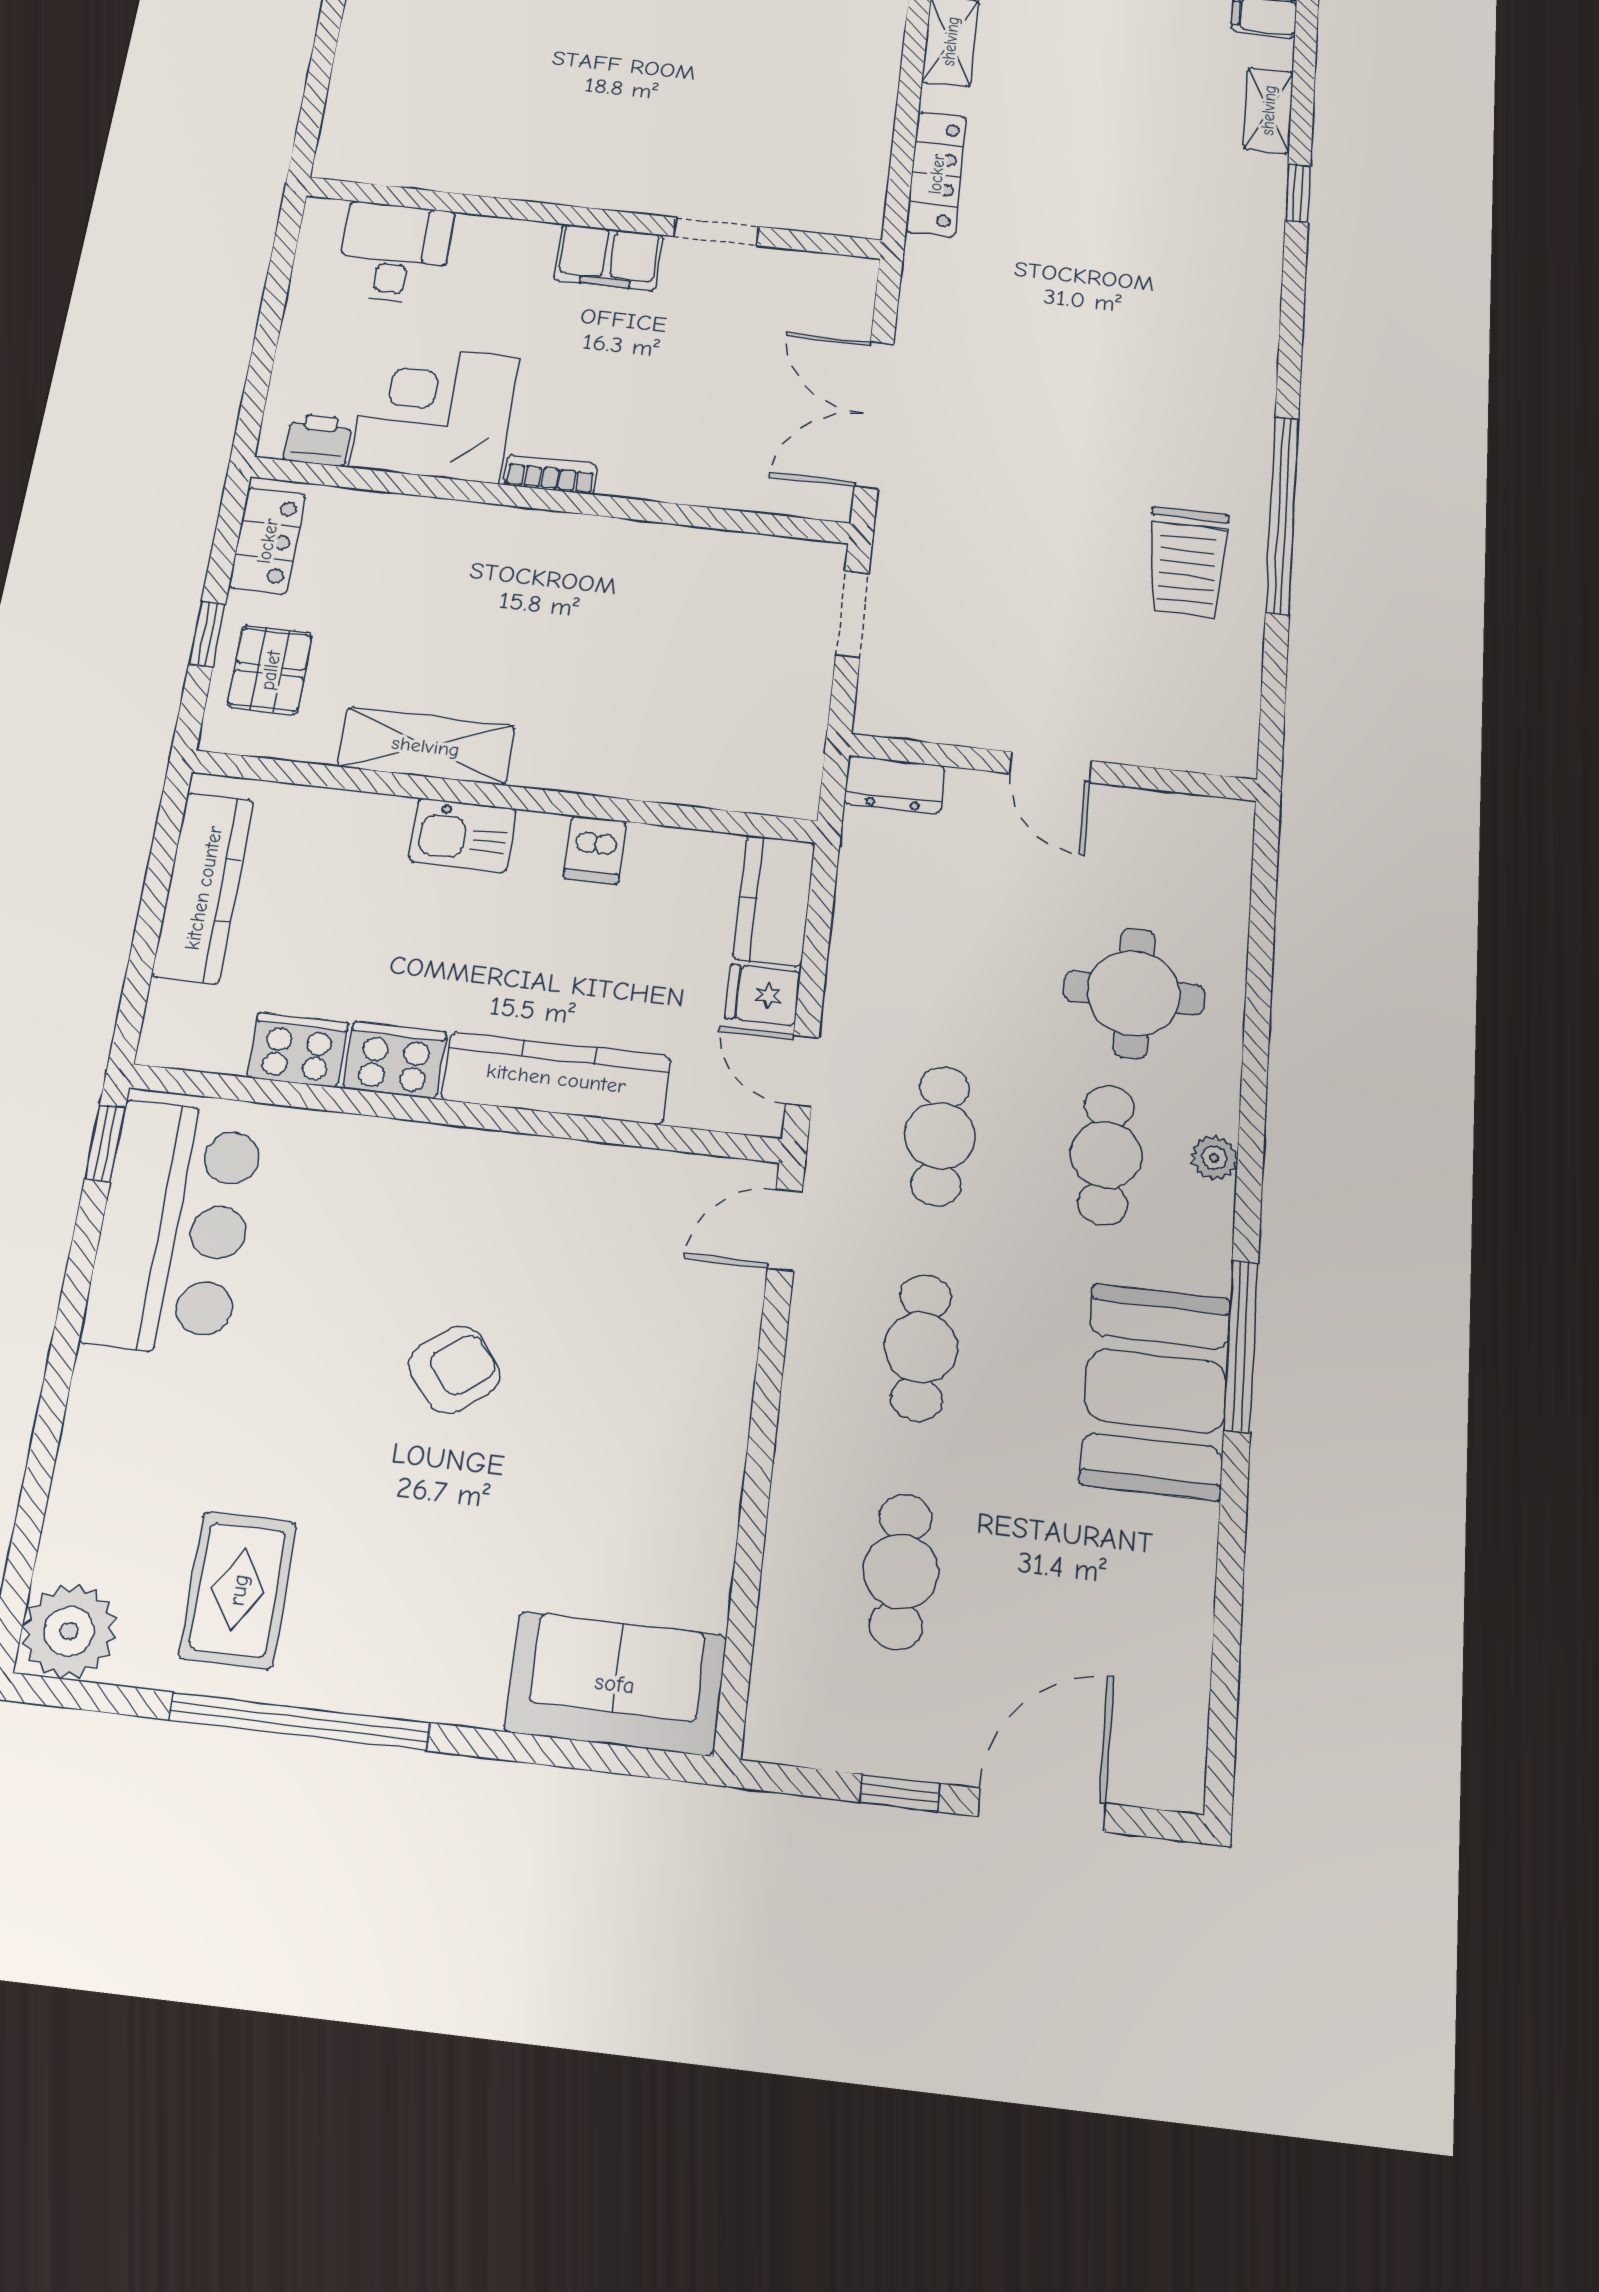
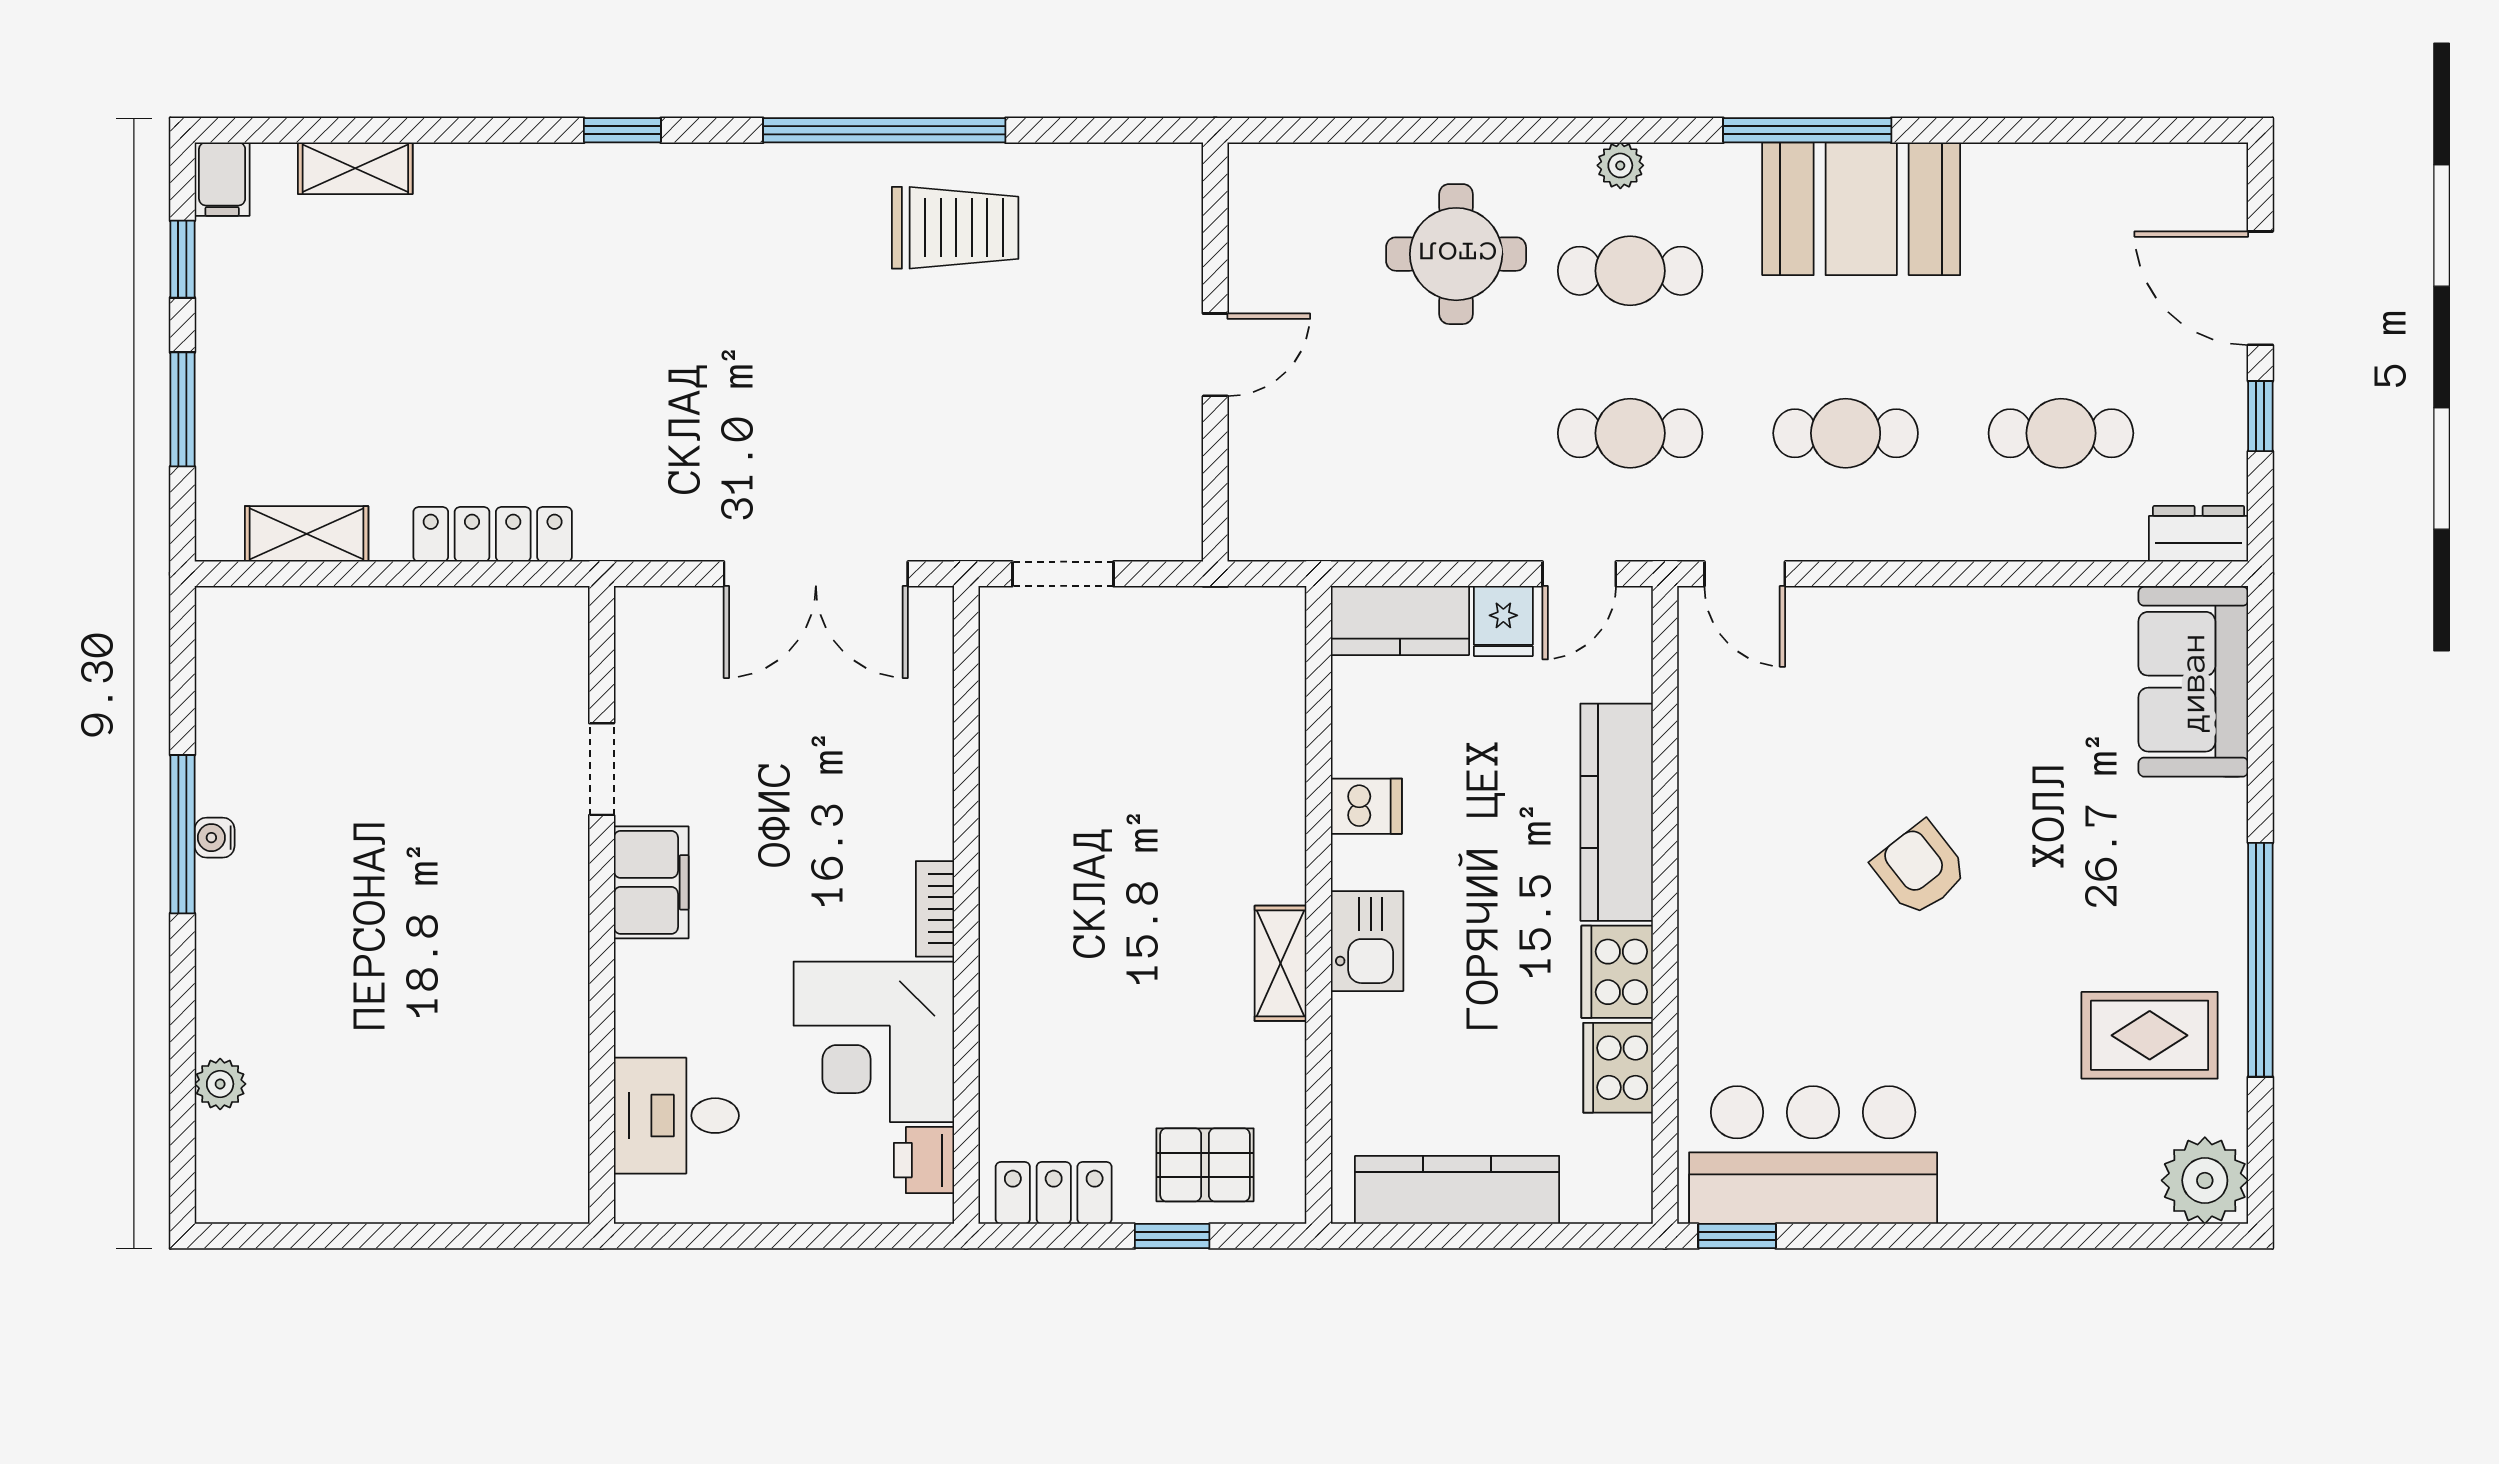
window: (1298, 193) -> (622, 130), moved
shelving: (426, 746) -> (1281, 963), width x0.67, depth x0.75
dresser: (894, 785) -> (2199, 534), moved, turned -90

